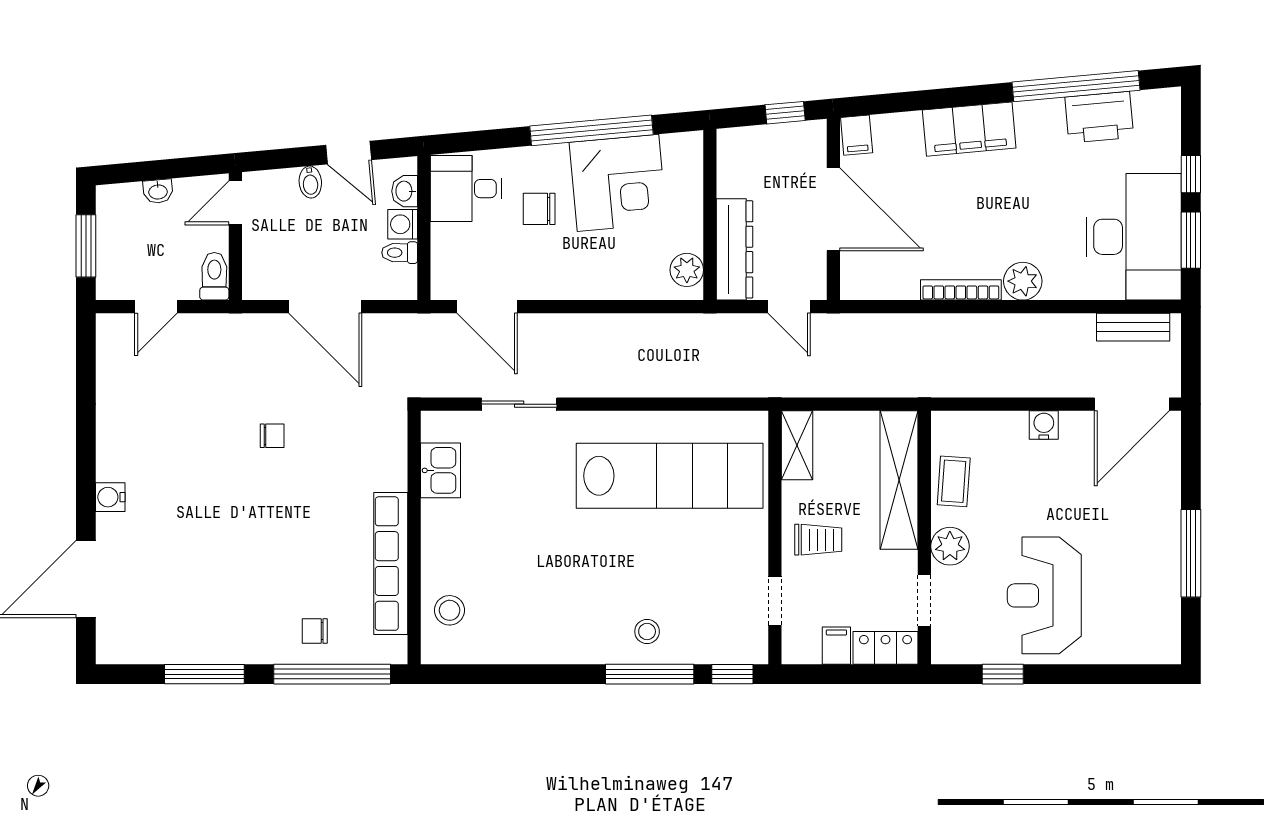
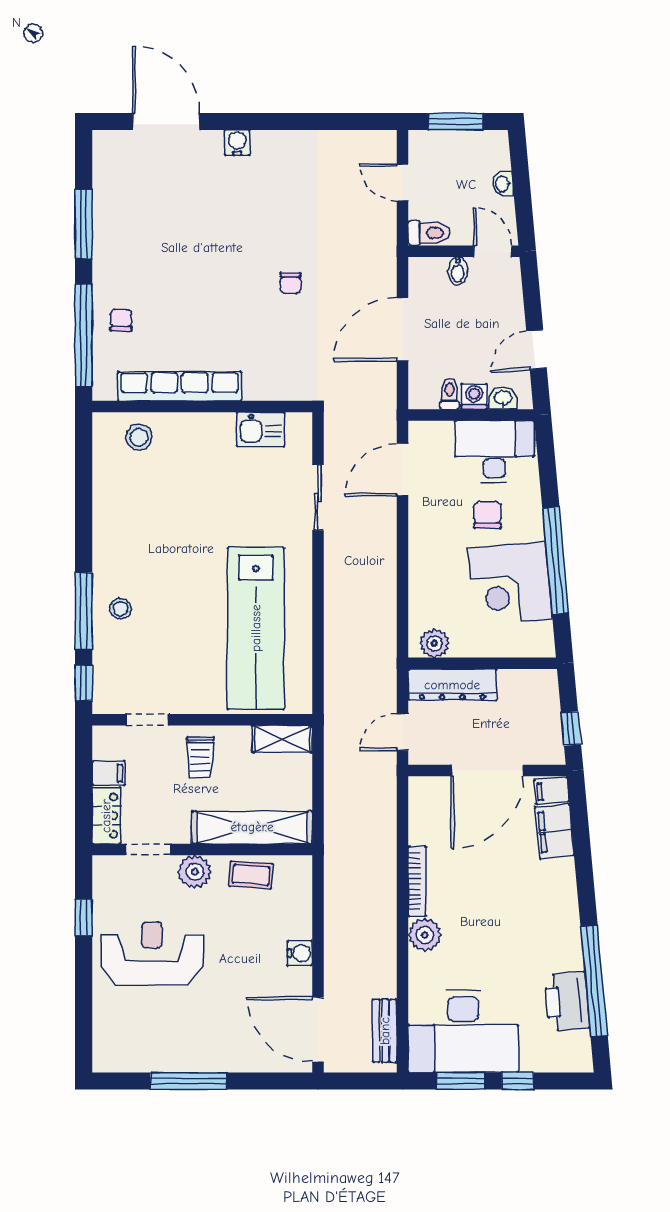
filing cabinet: (969, 129) -> (554, 831), moved, width x0.67, depth x0.86
bidet: (310, 182) -> (458, 271), moved, turned -85
desk: (466, 189) -> (495, 452), width x1.37

